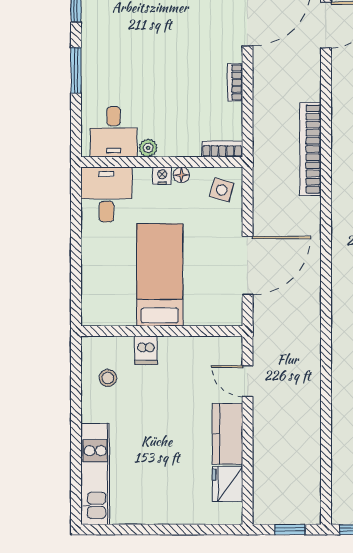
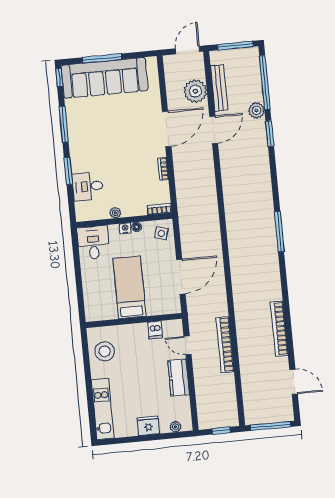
desk: (114, 132) -> (88, 186), moved, turned 90
bookcase: (310, 149) -> (225, 345), moved
dishwasher: (146, 350) -> (155, 330), moved
stool: (108, 378) -> (105, 351), width x1.89, depth x1.89
fridge: (227, 484) -> (148, 426), moved, turned 90
plant: (214, 516) -> (176, 427), added

